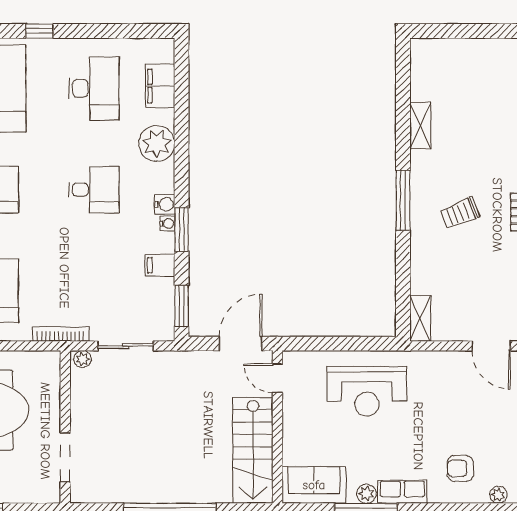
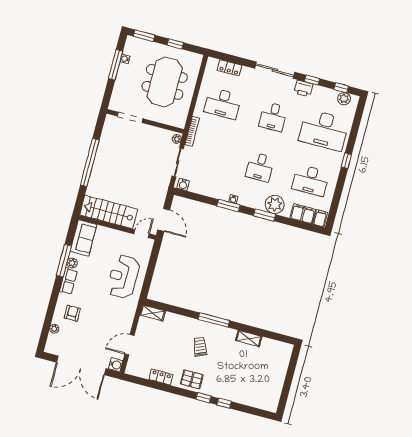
water cooler: (165, 204) -> (183, 185), moved
filing cabinet: (160, 265) -> (320, 218), moved
window: (182, 306) -> (265, 215), moved

